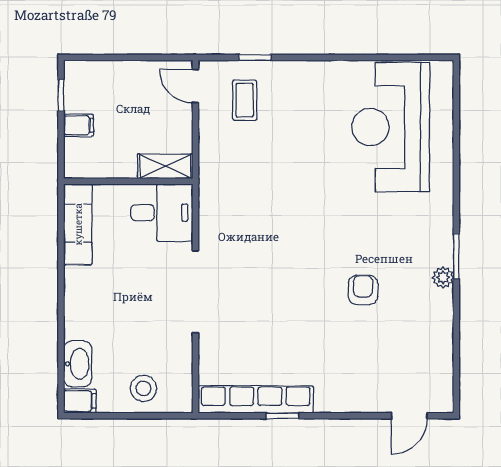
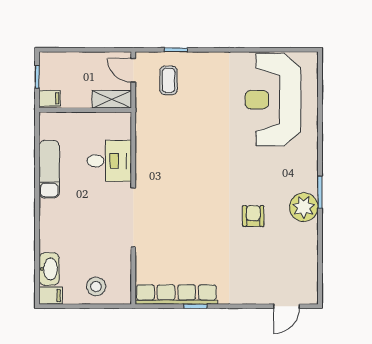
shelving: (165, 166) -> (112, 99), moved
wall: (128, 181) -> (85, 110), moved
plant: (443, 277) -> (304, 207), width x1.88, depth x1.88

